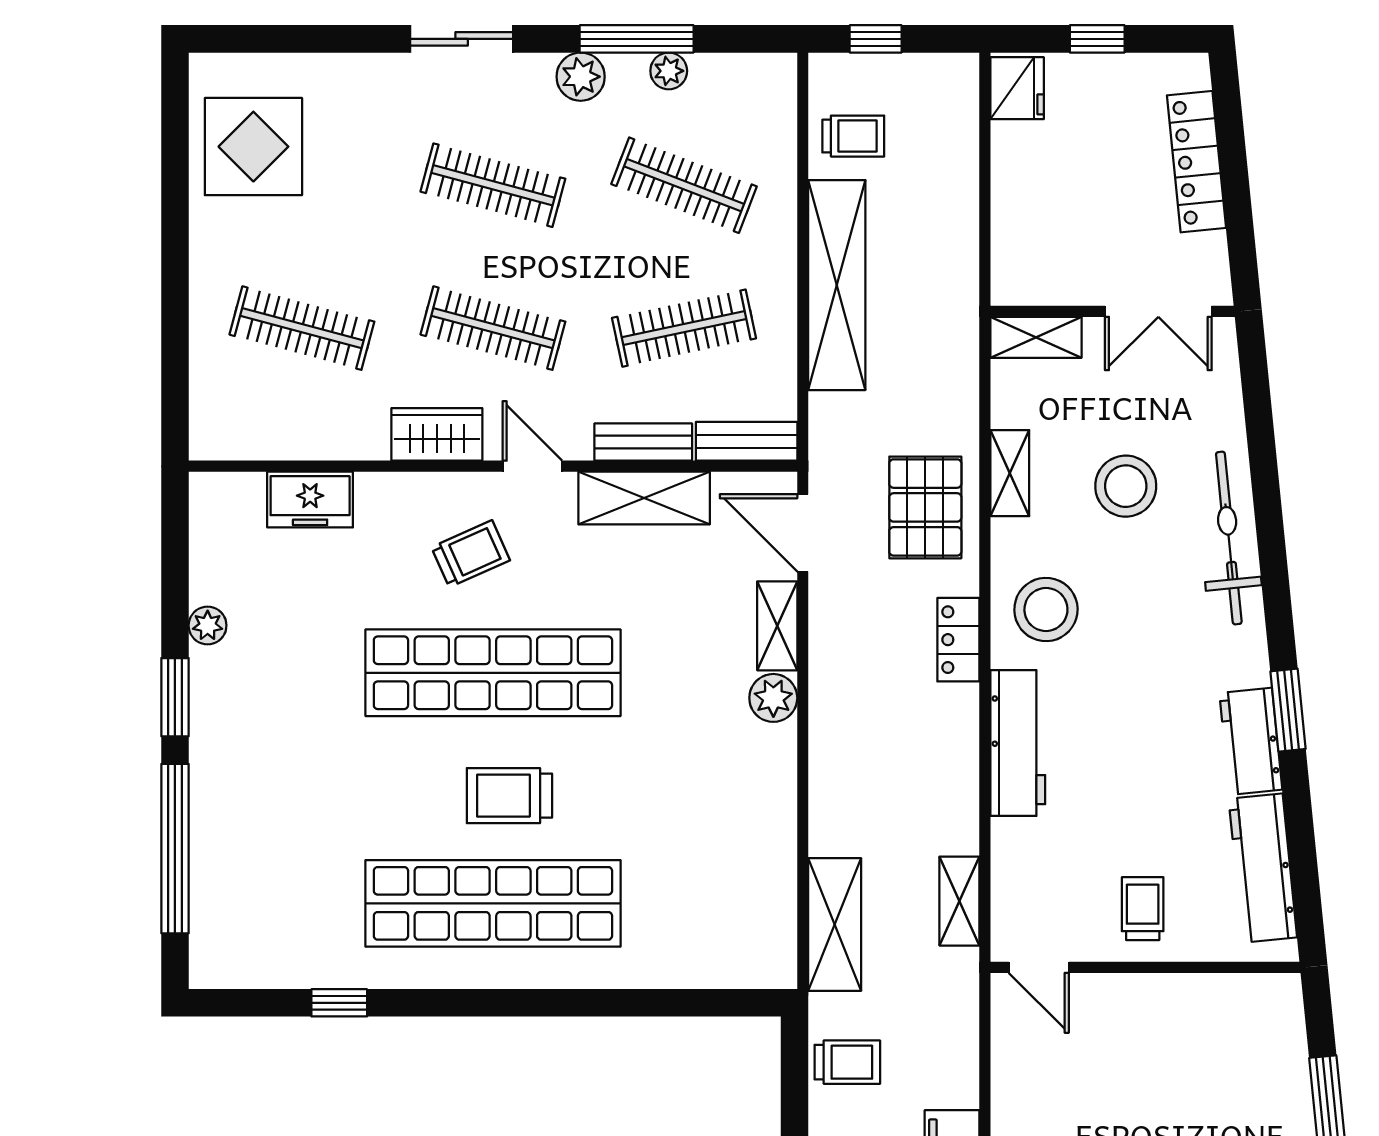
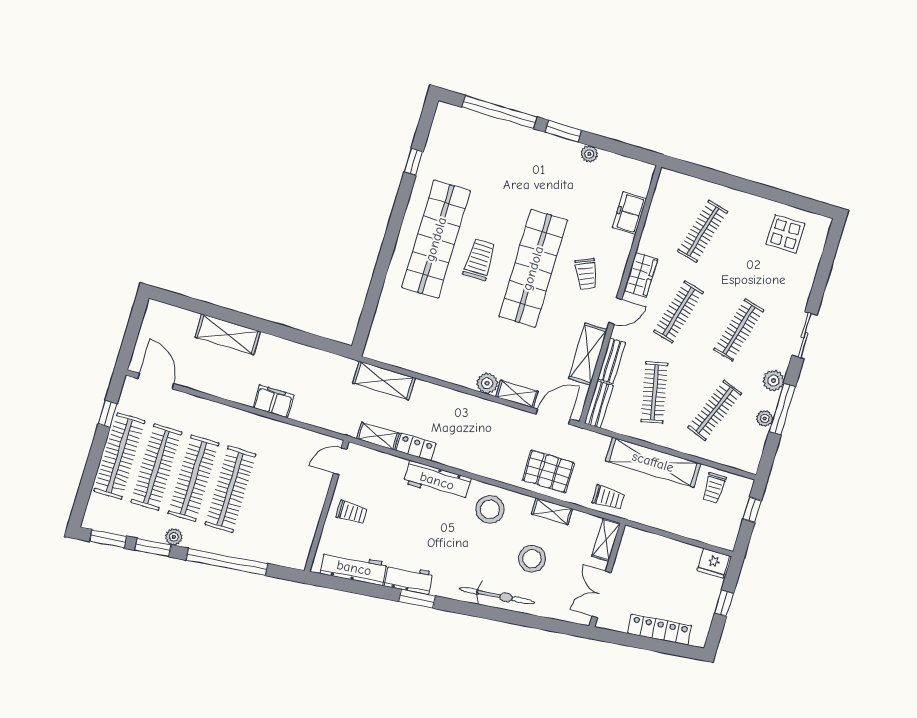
display table: (253, 147) -> (785, 234), width x0.73, depth x0.73
locker: (958, 640) -> (416, 447), moved
trolley: (847, 1062) -> (608, 498), moved, turned -90

